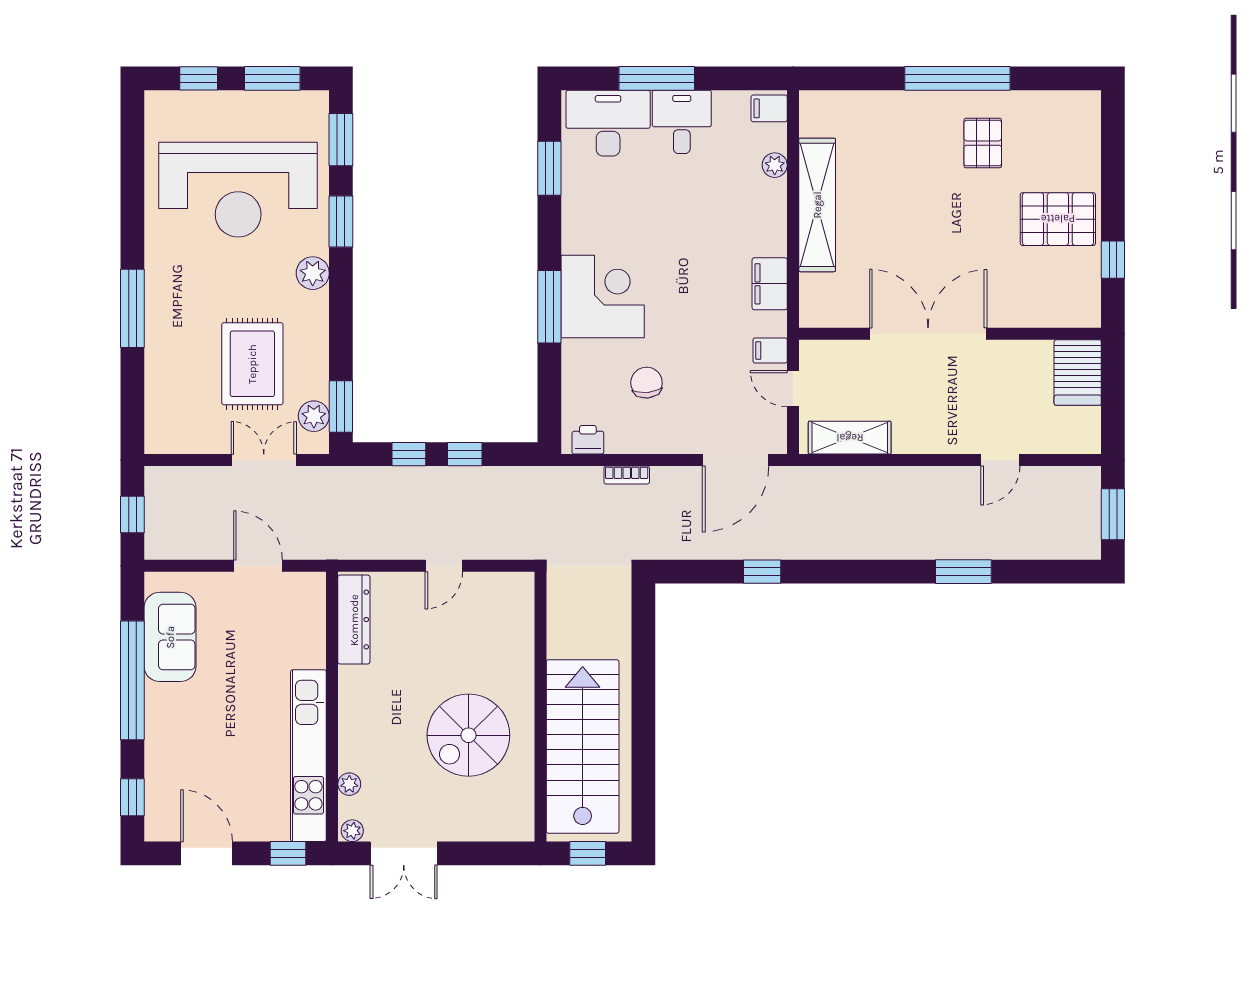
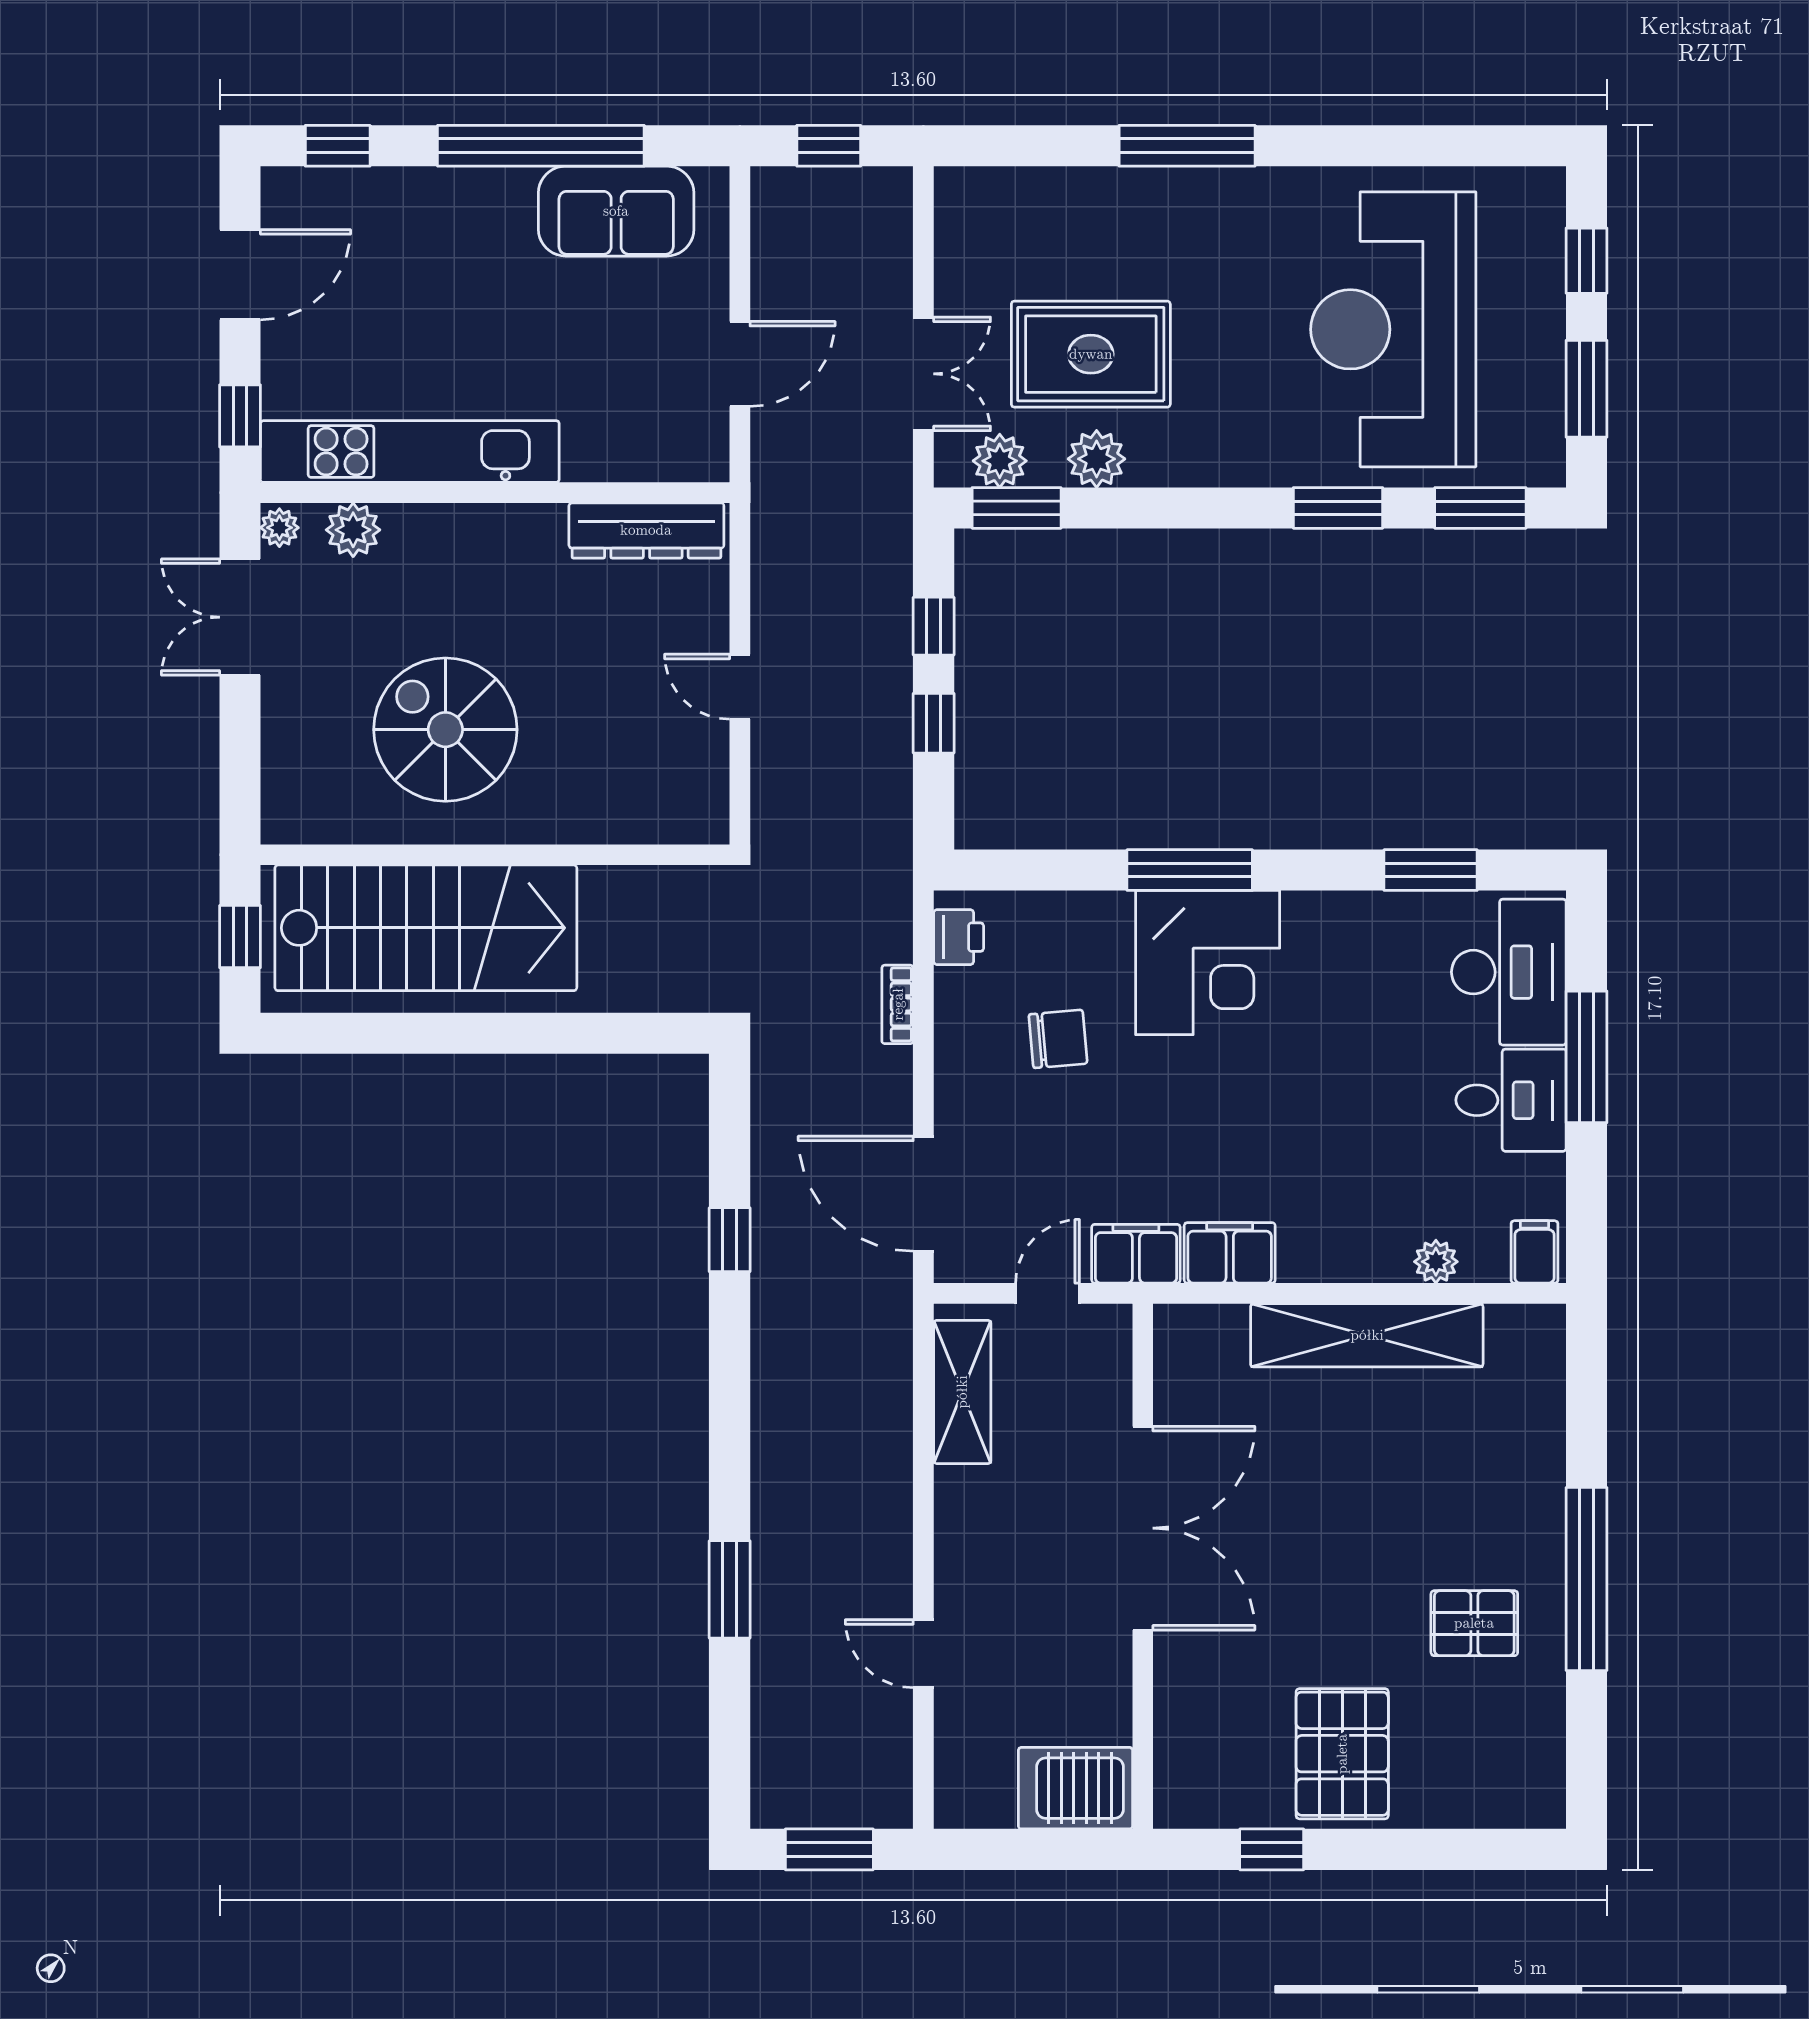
plant: (313, 273) -> (1097, 459), moved
filing cabinet: (770, 350) -> (1136, 1254), width x2.00
plant: (349, 784) -> (353, 530), width x1.38, depth x1.38

